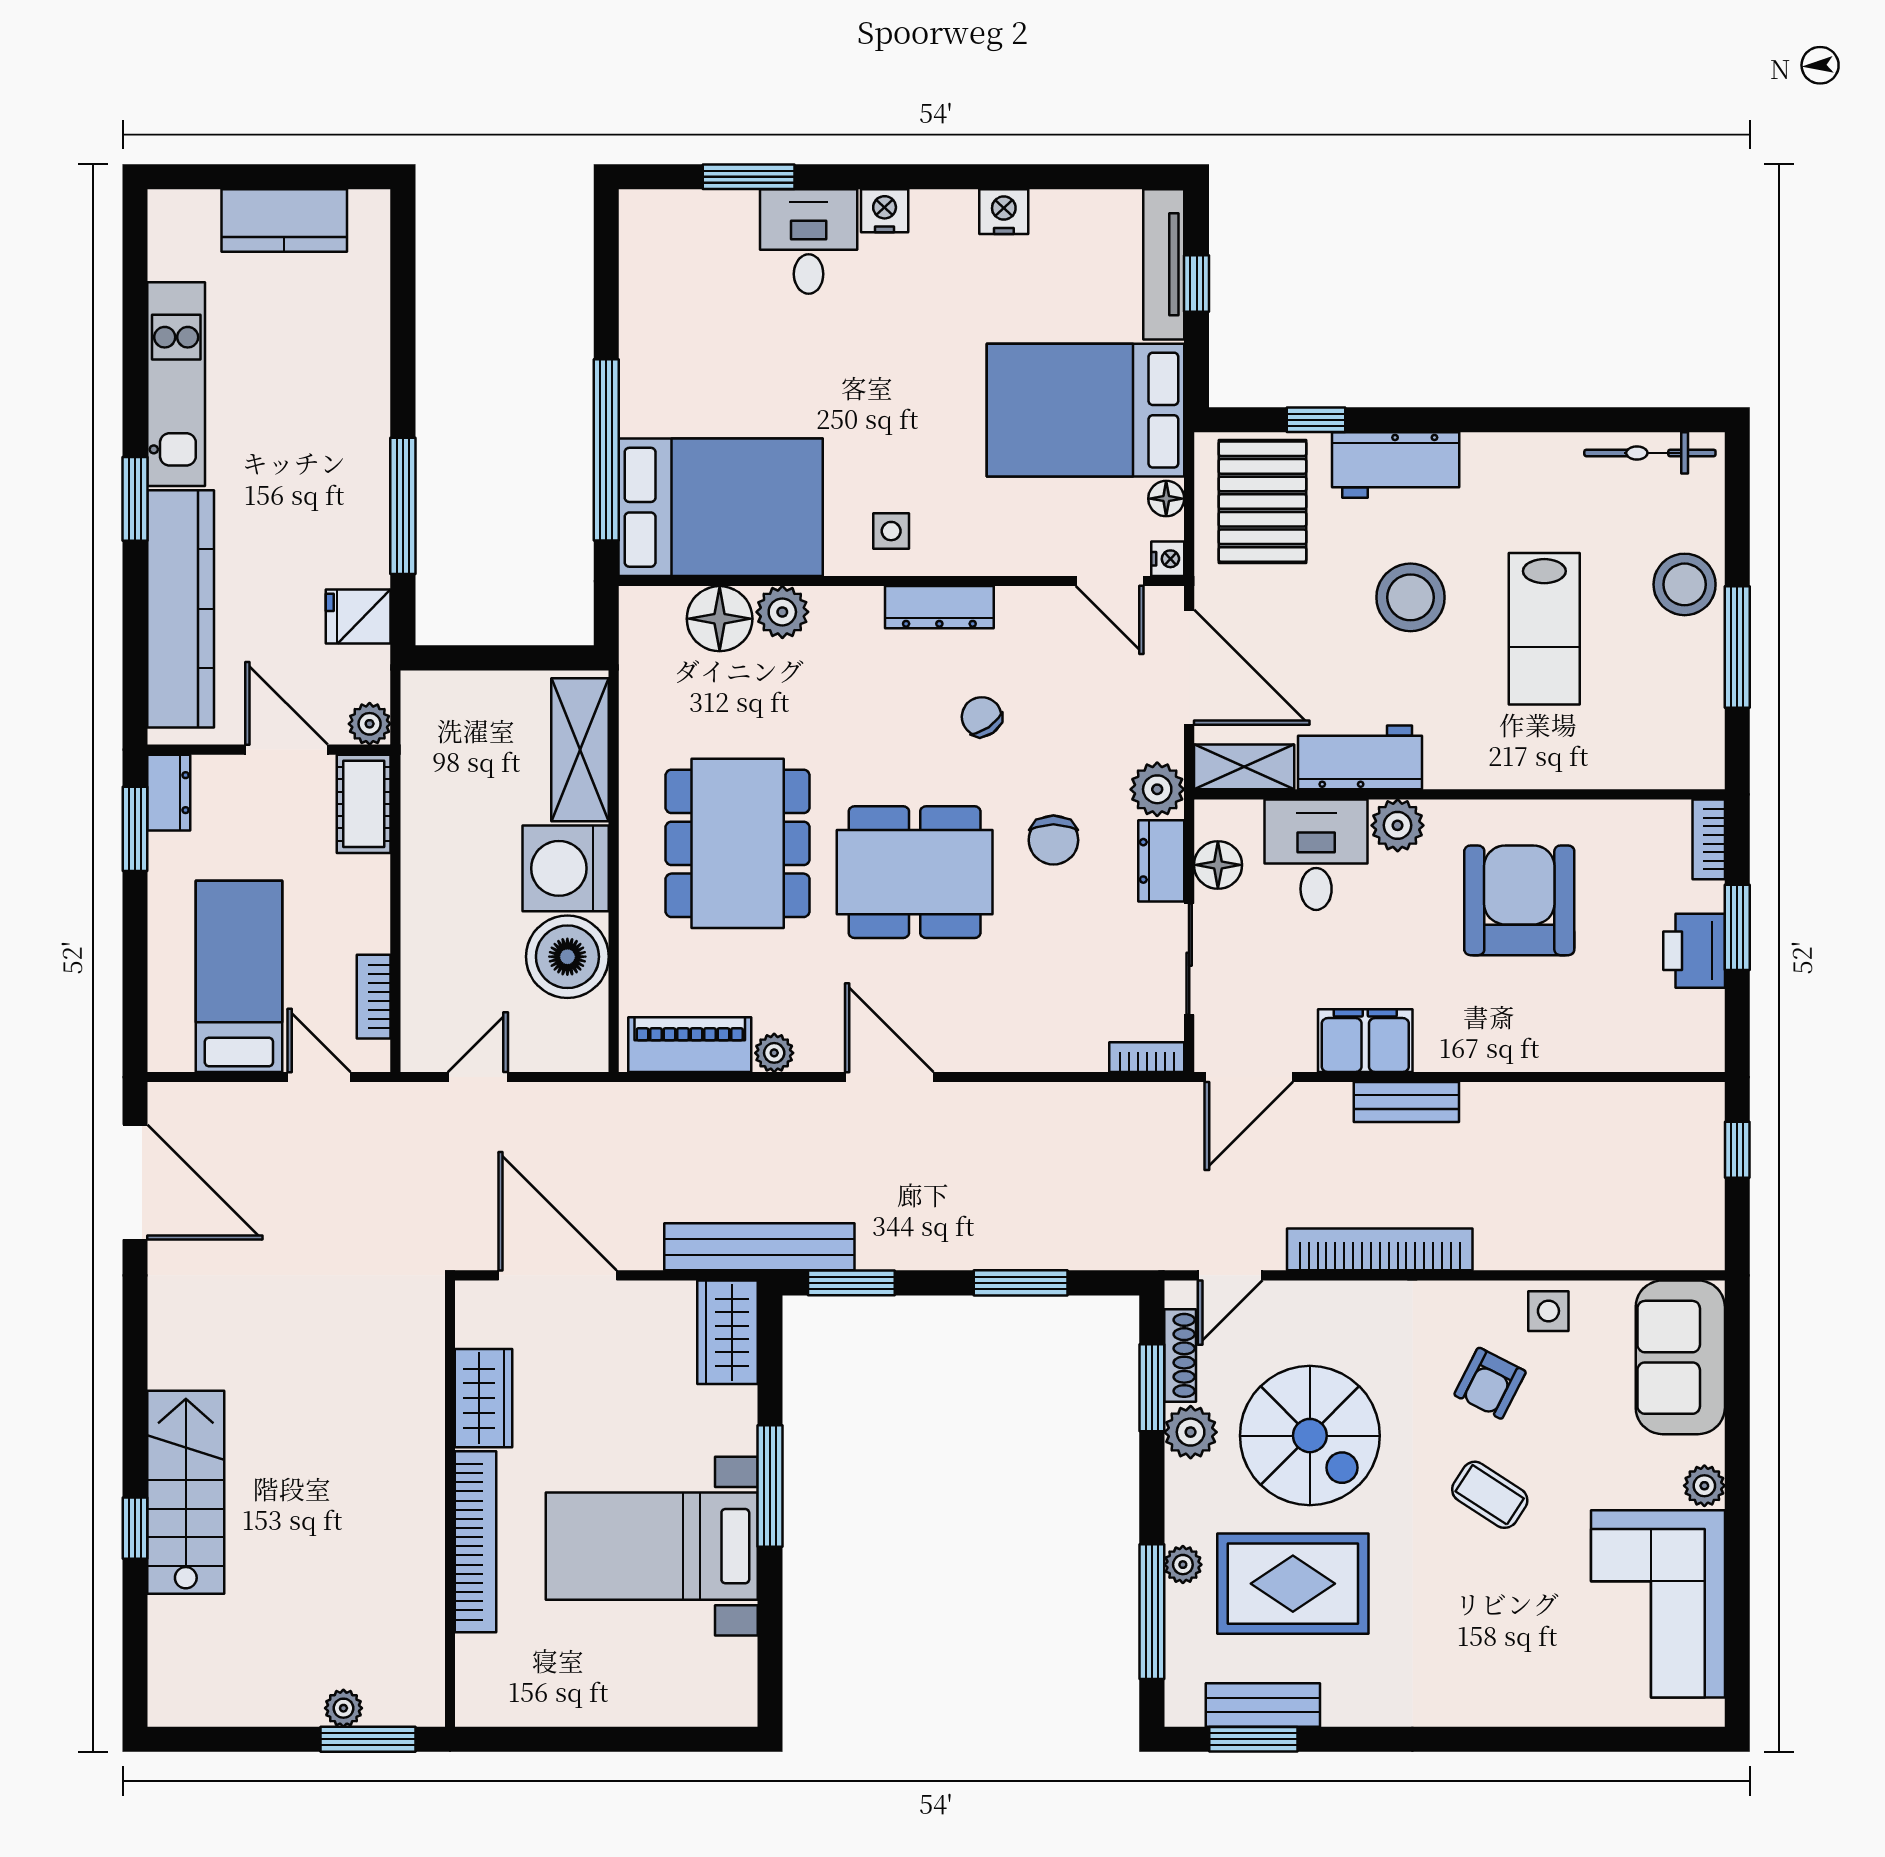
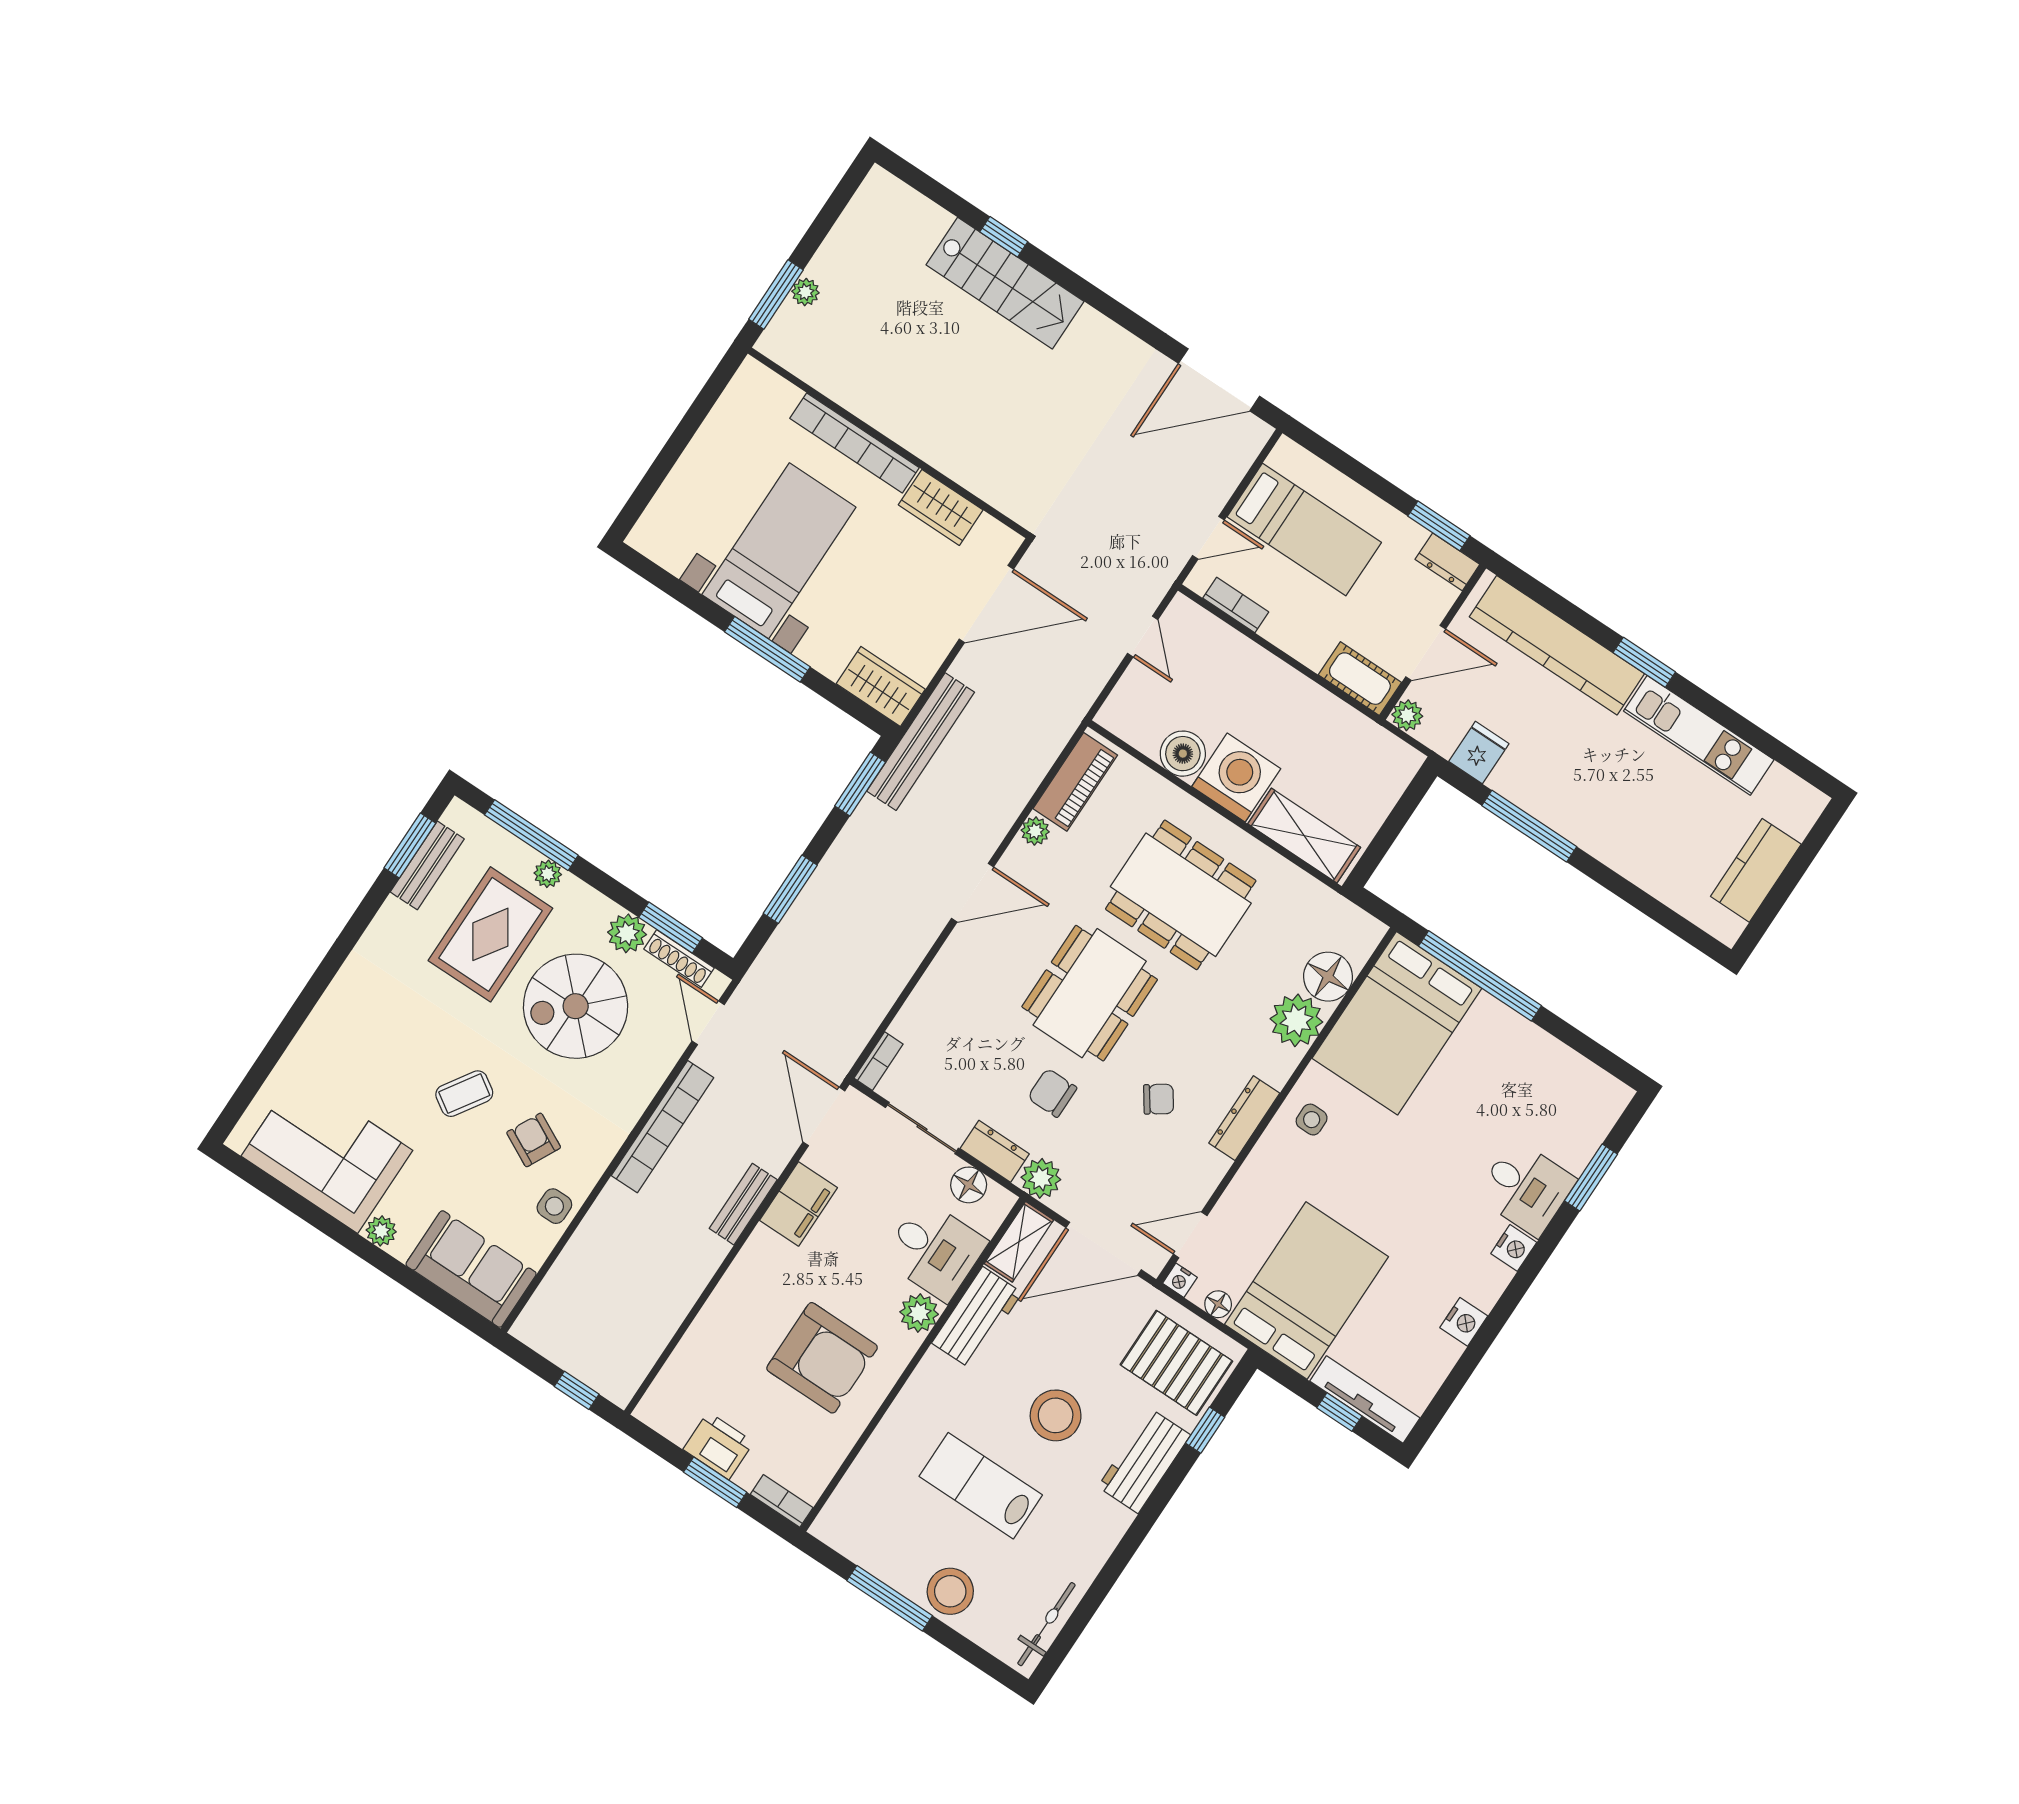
plant: (782, 612) -> (1296, 1020), width x1.36, depth x1.36
boiler: (567, 957) -> (1183, 754), width x0.73, depth x0.73

